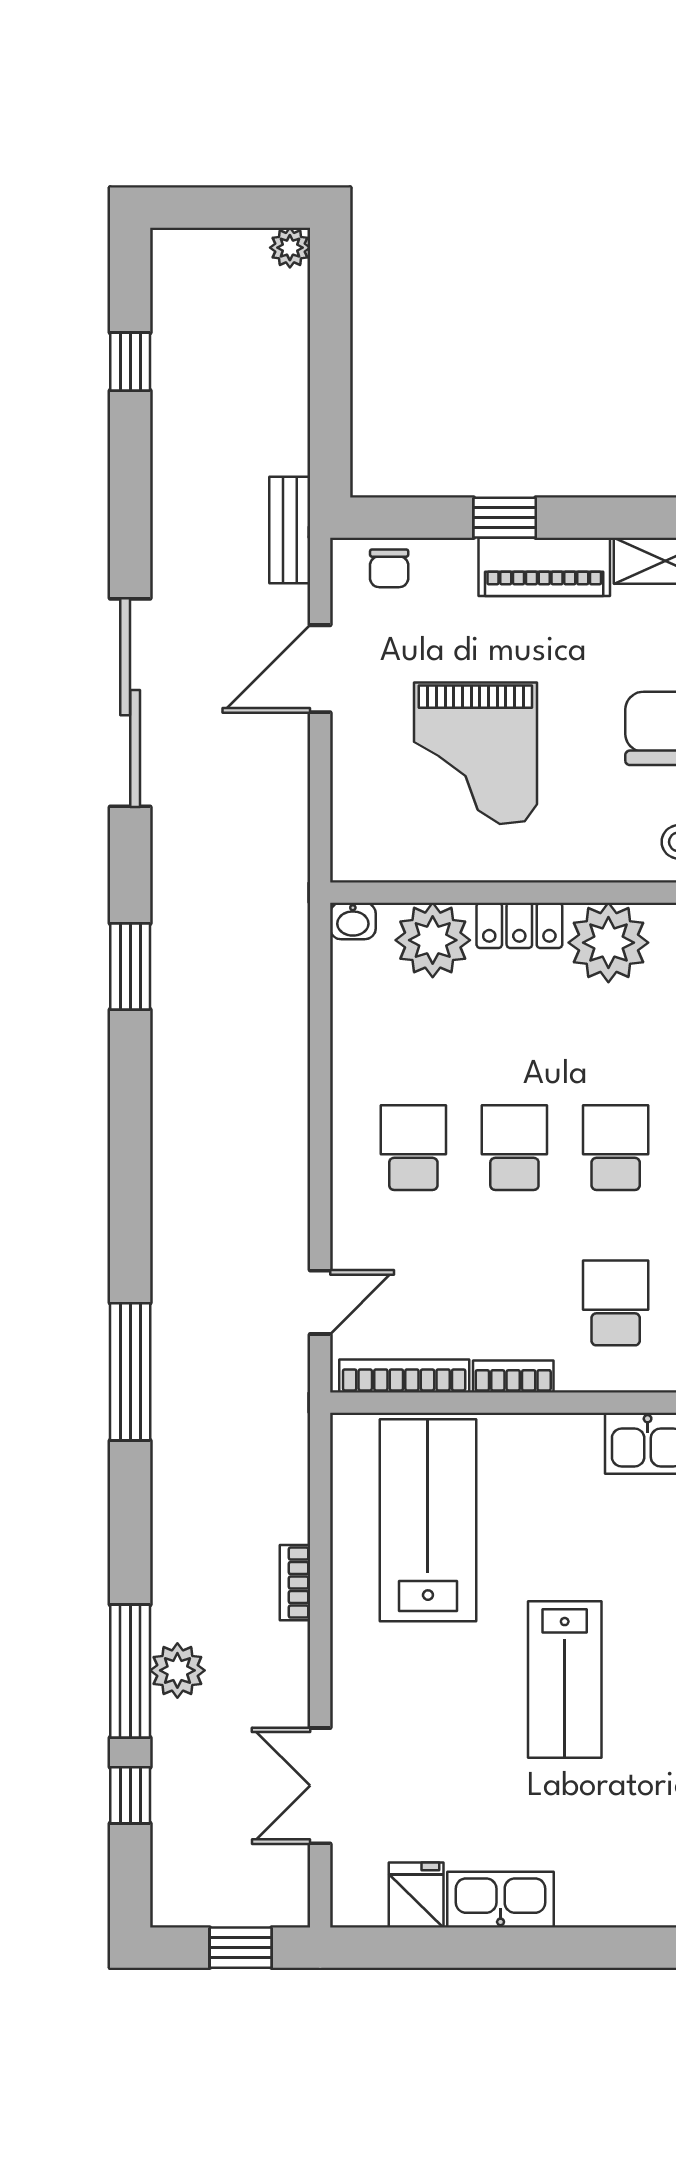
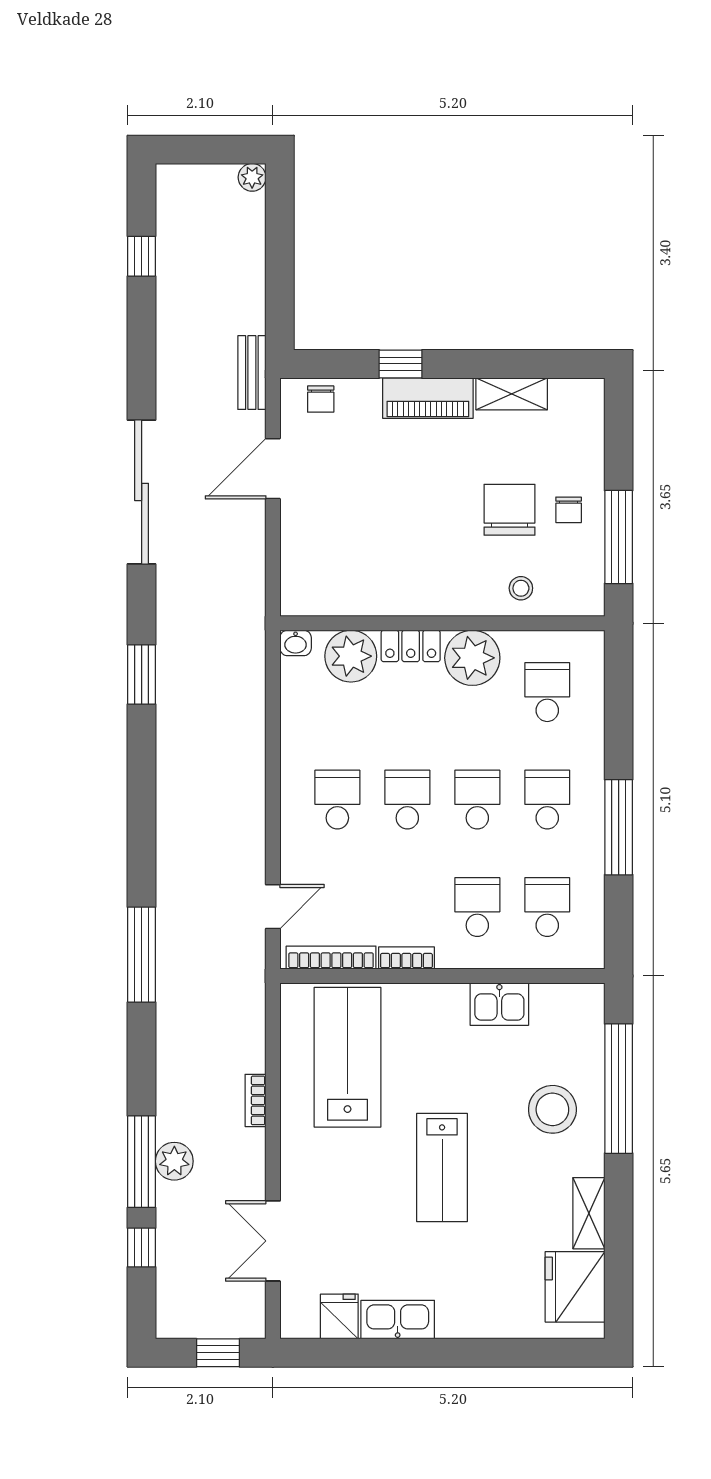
grand piano: (475, 753) -> (380, 527), removed

